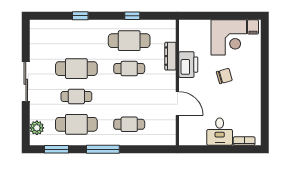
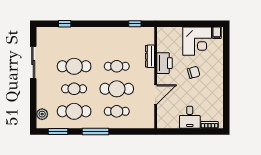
window: (80, 16) -> (65, 24), moved
window: (132, 16) -> (135, 24), moved
cafe table: (129, 41) -> (117, 89), moved
sliding door: (26, 82) -> (33, 63), moved
door: (177, 104) -> (156, 95), hinge flipped

